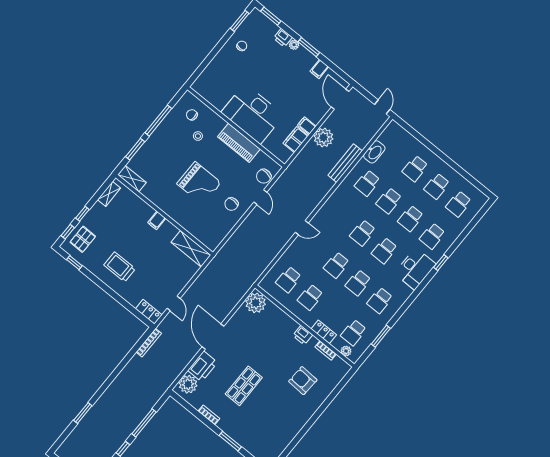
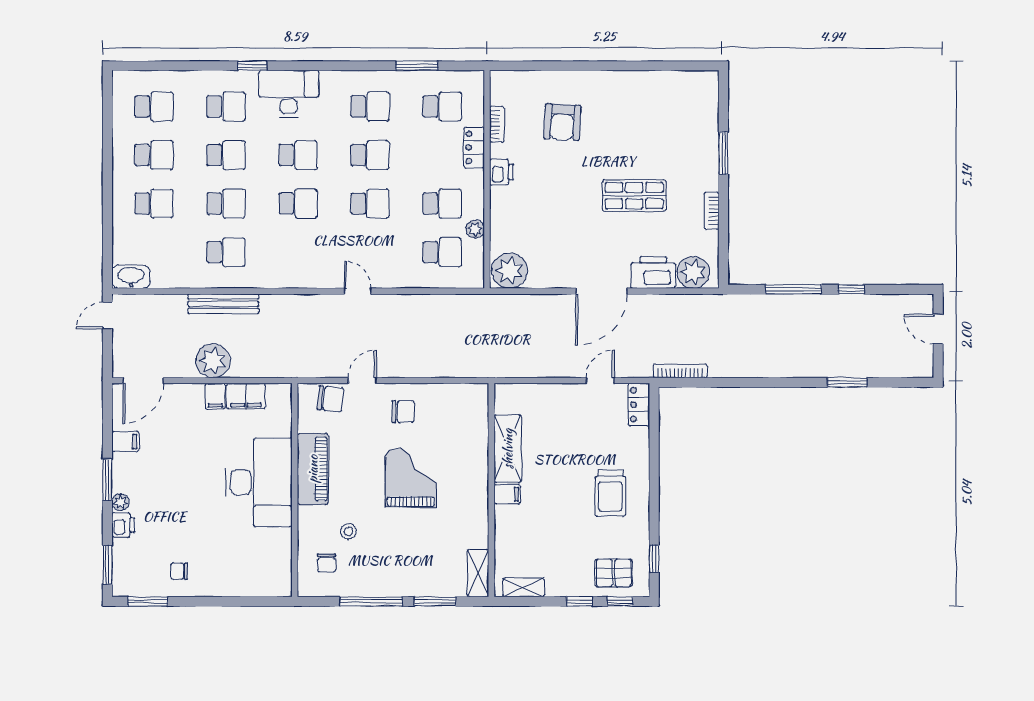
washbasin: (374, 152) -> (131, 277), moved
shelving: (191, 249) -> (508, 449), moved
plant: (346, 351) -> (475, 229), moved

